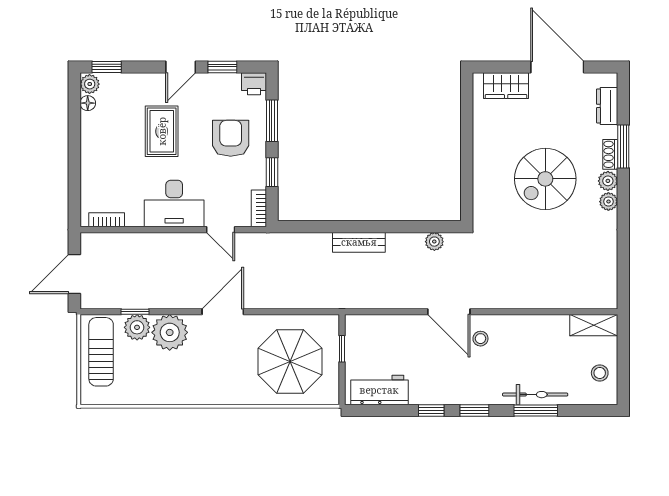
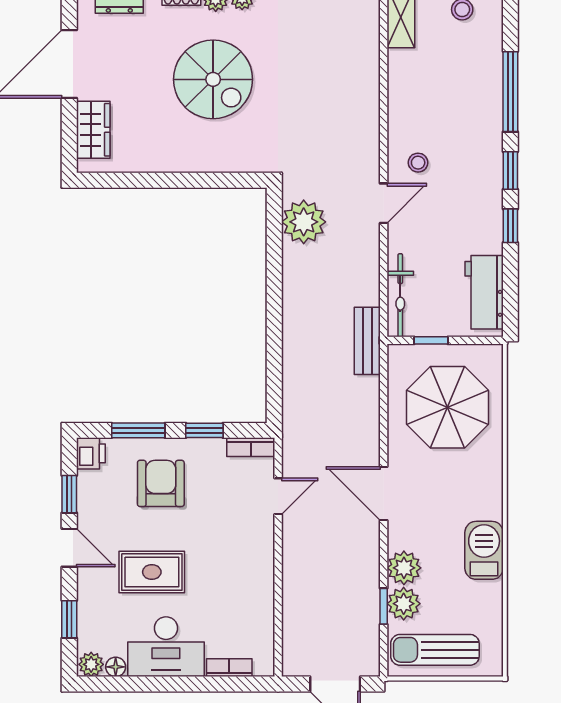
window: (107, 67) -> (69, 619), moved
armchair: (231, 138) -> (161, 483), turned 90
desk: (174, 204) -> (166, 647), moved, turned 90
bookcase: (107, 220) -> (229, 668), moved, turned 90
bench: (359, 242) -> (367, 341), moved
plant: (434, 242) -> (304, 222), width x1.88, depth x1.88
door: (449, 312) -> (384, 203), width x0.73
plant: (170, 332) -> (404, 568), width x0.73, depth x0.73
barbecue: (179, 390) -> (484, 550), added
bicycle: (535, 395) -> (400, 295), moved, turned 180
window: (536, 411) -> (510, 92), width x1.44

